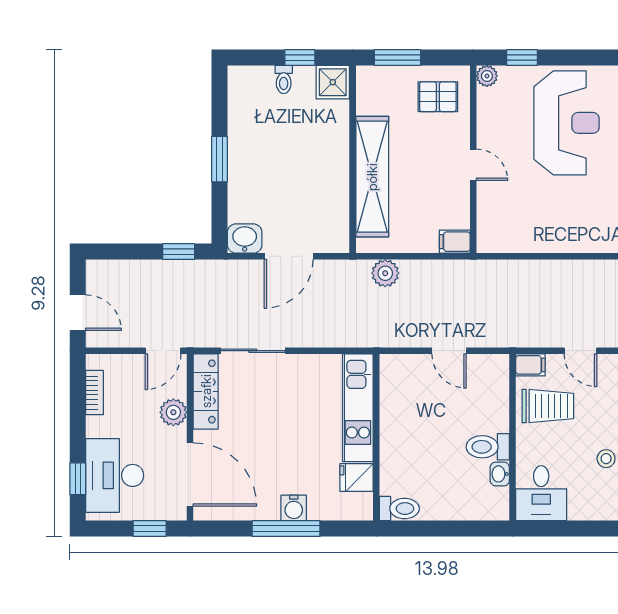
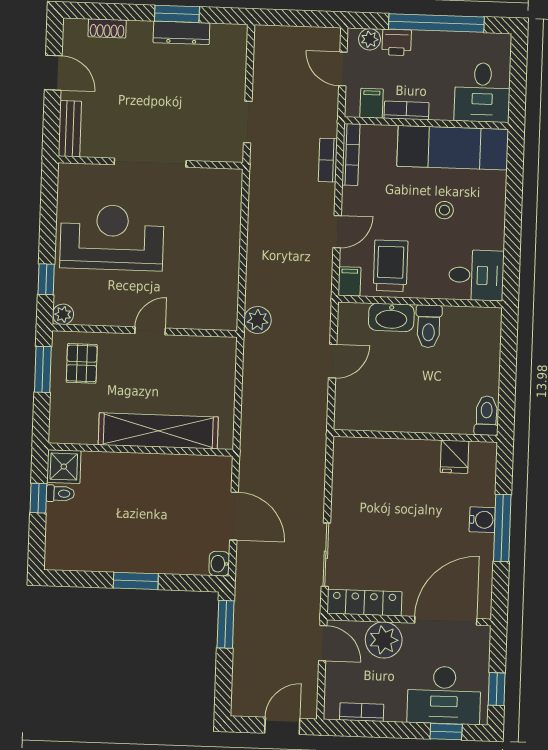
window: (398, 58) -> (43, 369), moved
toilet: (284, 79) -> (60, 494), moved
washbasin: (245, 239) -> (219, 564), width x0.72, depth x0.69
filing cabinet: (455, 242) -> (225, 352), removed
window: (179, 252) -> (226, 624), width x1.50
plant: (385, 273) -> (258, 320), moved
kitchen unit: (358, 408) -> (386, 453), removed
plant: (173, 412) -> (384, 640), width x1.36, depth x1.36
washbasin: (500, 474) -> (391, 317), moved, width x1.91, depth x1.45
window: (150, 529) -> (497, 689), moved

